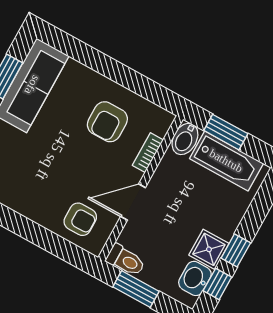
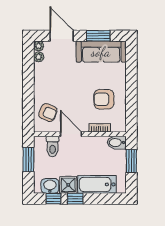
bathtub: (226, 161) -> (97, 184), moved, turned 90
armchair: (80, 219) -> (48, 113), turned -67
toilet: (126, 260) -> (53, 146), moved

